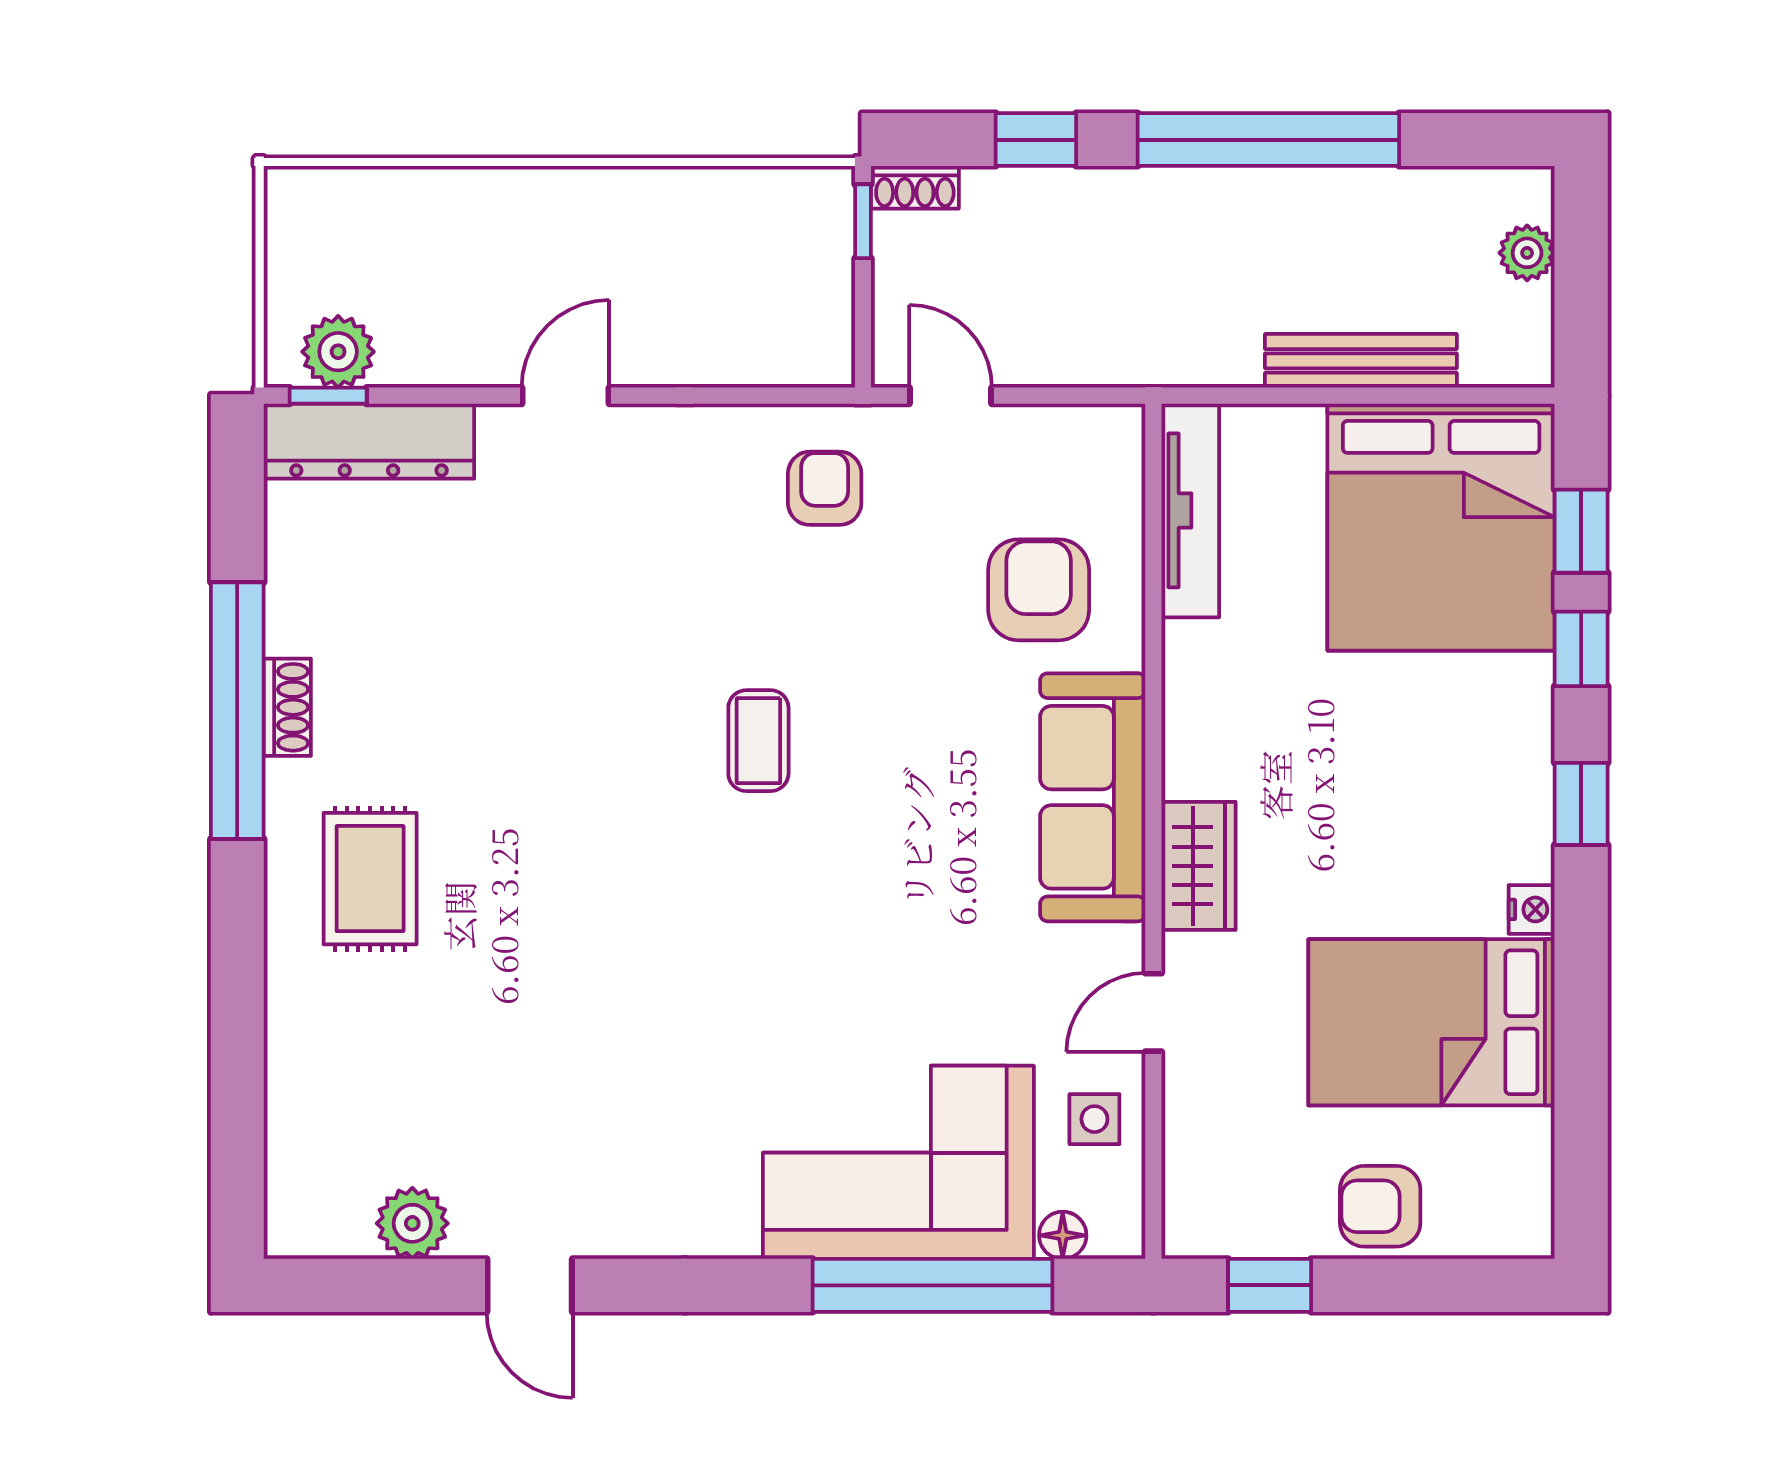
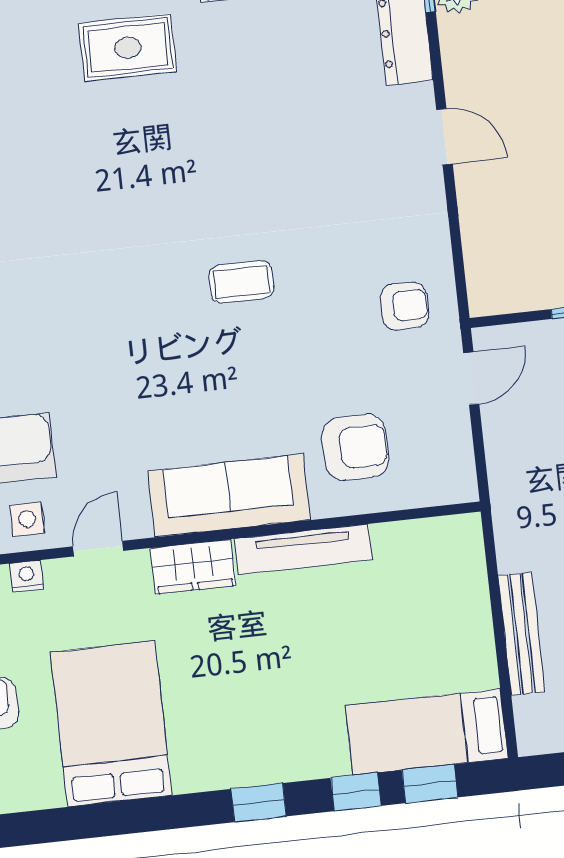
tv unit: (1190, 510) -> (303, 549), moved
bed: (1441, 527) -> (427, 732), width x0.49
nightstand: (1532, 909) -> (27, 576), moved, turned 180
door: (1153, 1012) -> (98, 549), hinge flipped

